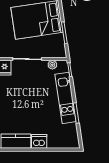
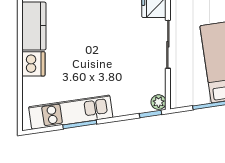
plant: (52, 65) -> (159, 102), moved
kitchen unit: (66, 98) -> (71, 112), moved

